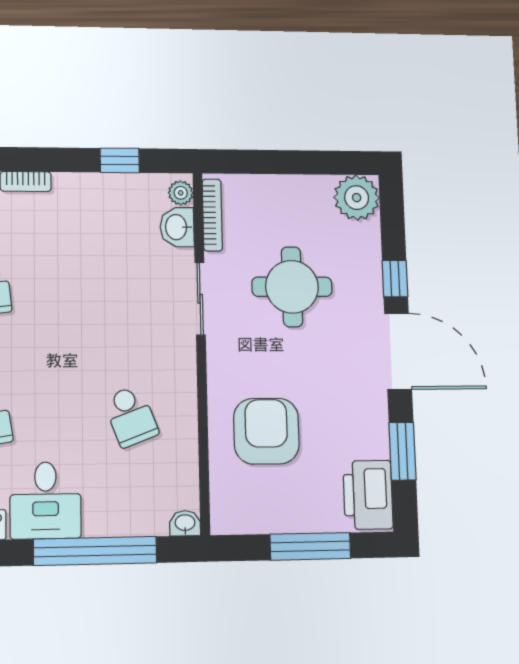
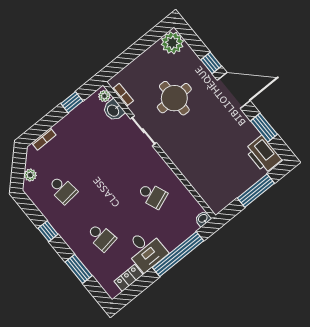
bookcase: (212, 215) -> (123, 95), width x0.64
armchair: (266, 431) -> (207, 161), removed

